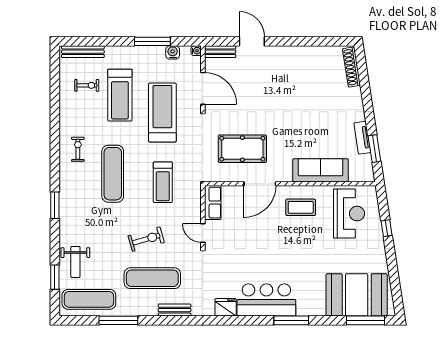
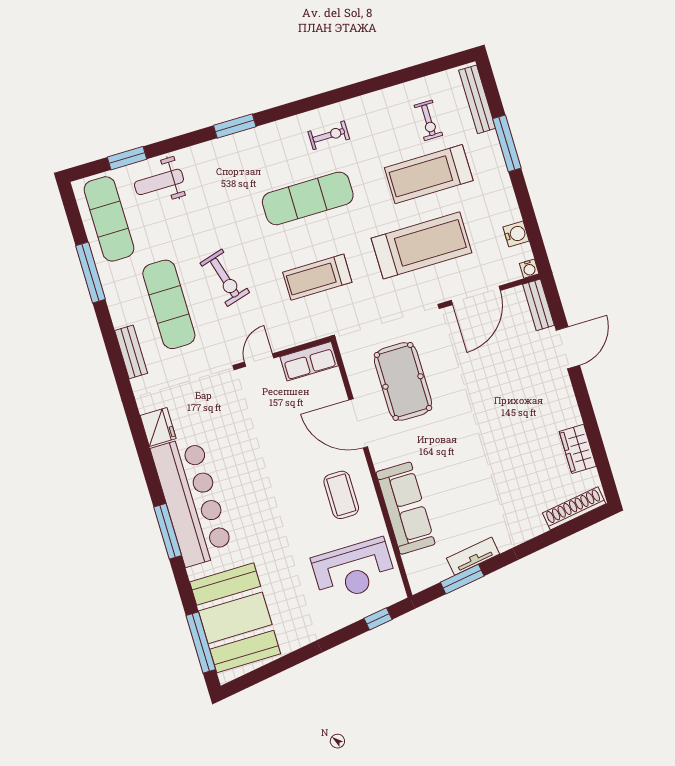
window: (152, 41) -> (507, 143), moved
wardrobe: (316, 54) -> (578, 449), added
window: (387, 228) -> (378, 619), moved
bar counter: (266, 300) -> (192, 501), width x1.36

